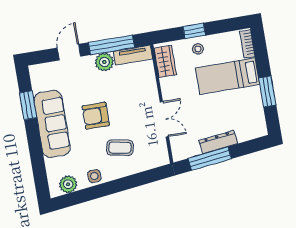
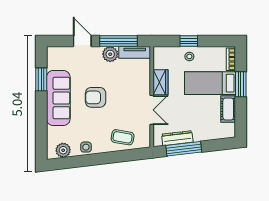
door: (69, 52) -> (82, 41), hinge flipped
wardrobe: (165, 61) -> (160, 82), moved
window: (267, 91) -> (241, 84), moved
cot: (254, 103) -> (228, 109), added
dresser: (218, 142) -> (177, 138), moved
coffee table: (120, 148) -> (123, 137), moved

